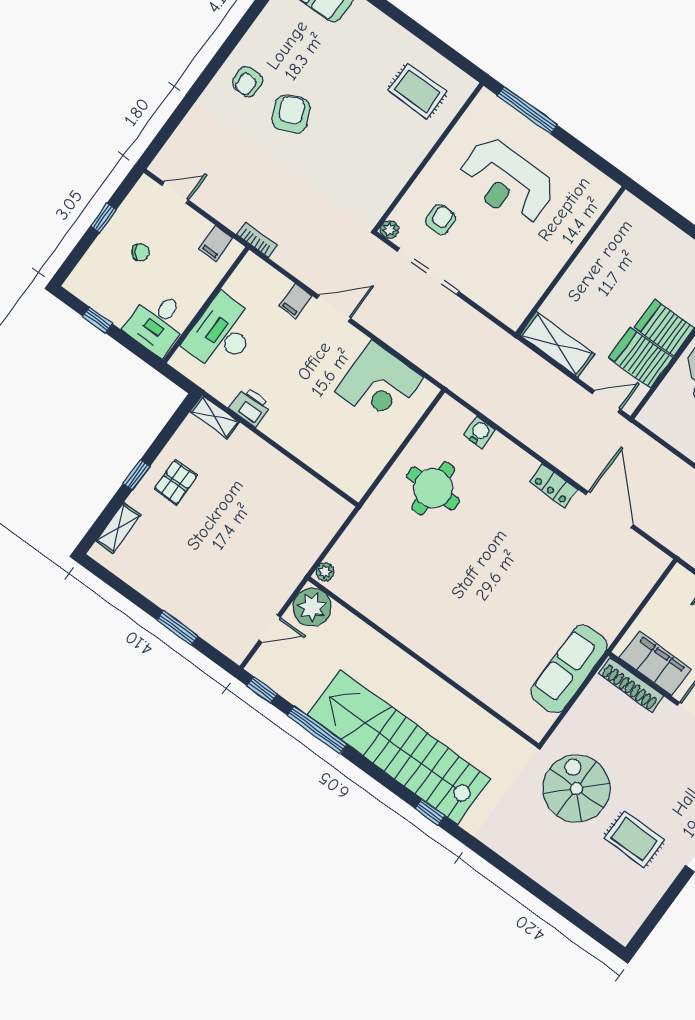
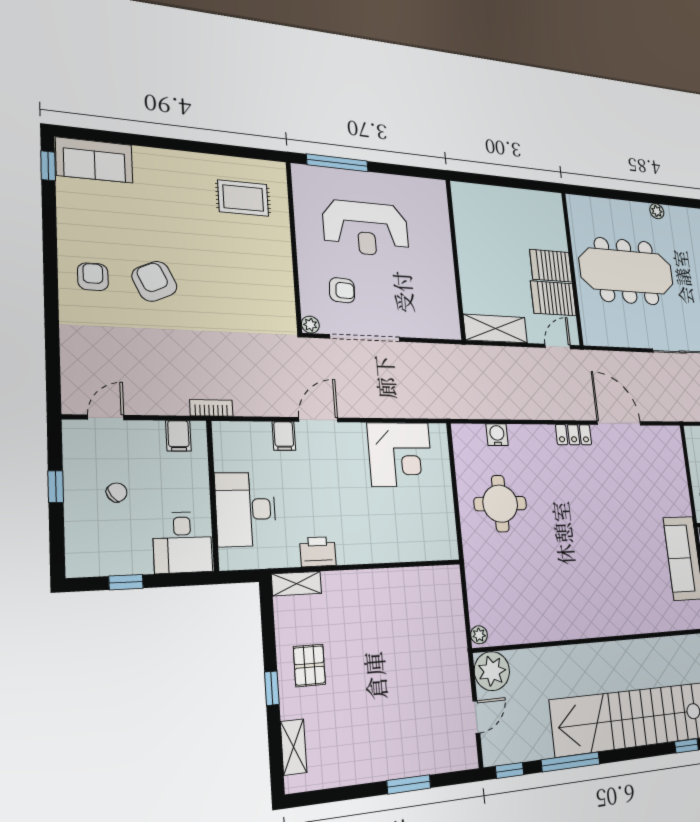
armchair: (248, 81) -> (93, 277), turned 180
armchair: (441, 220) -> (342, 290), turned 93

